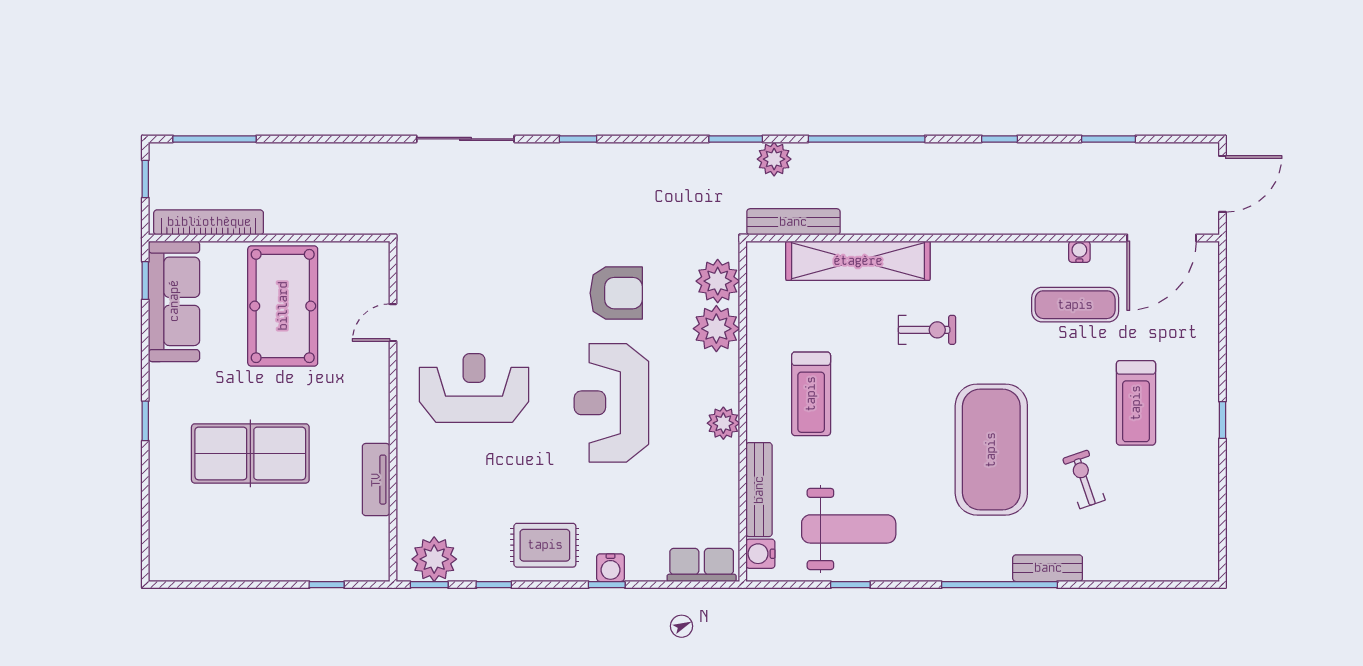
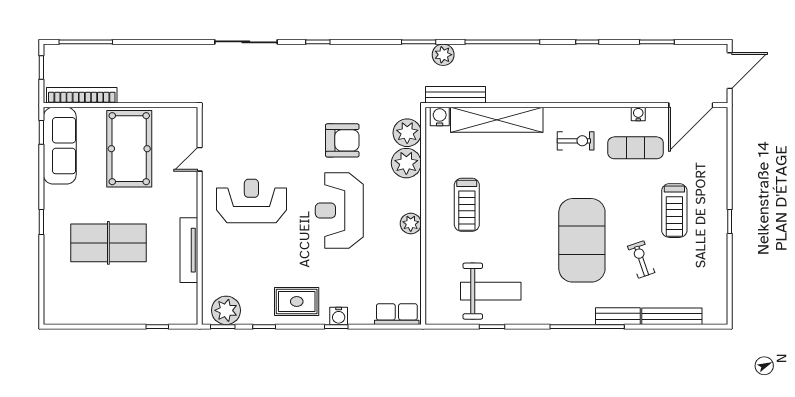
exercise bike: (927, 330) -> (576, 141), moved
tv unit: (376, 480) -> (189, 250), width x1.41
bench: (759, 490) -> (672, 316), moved, turned 90
water cooler: (760, 554) -> (440, 116), moved, turned 90

